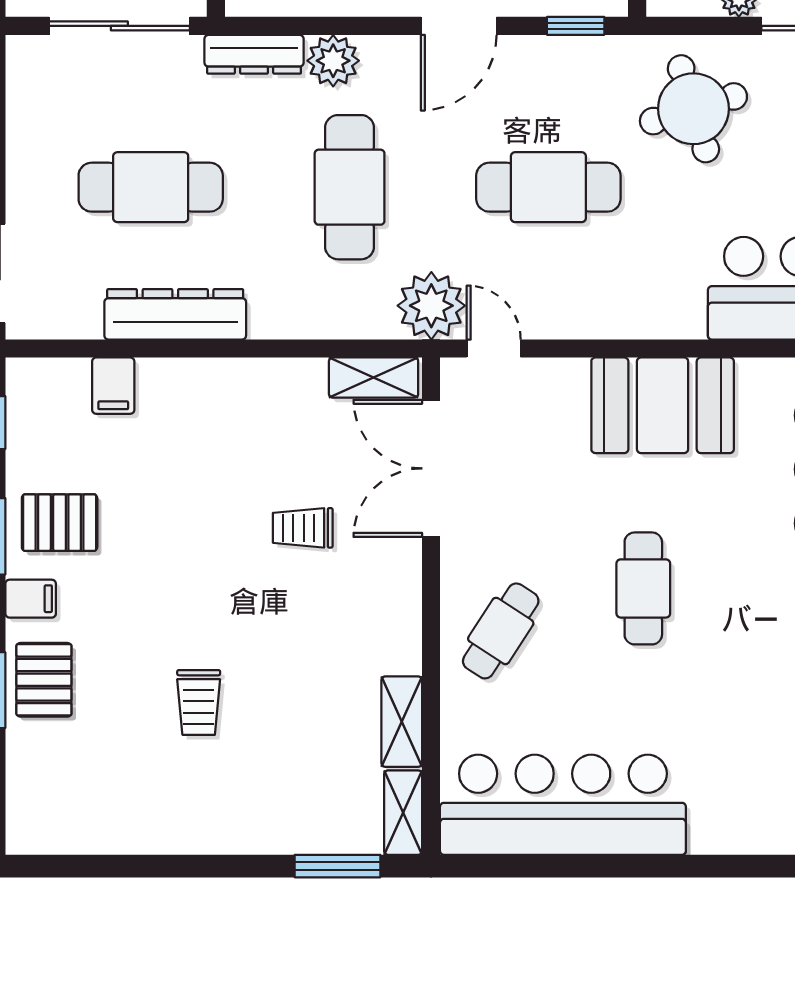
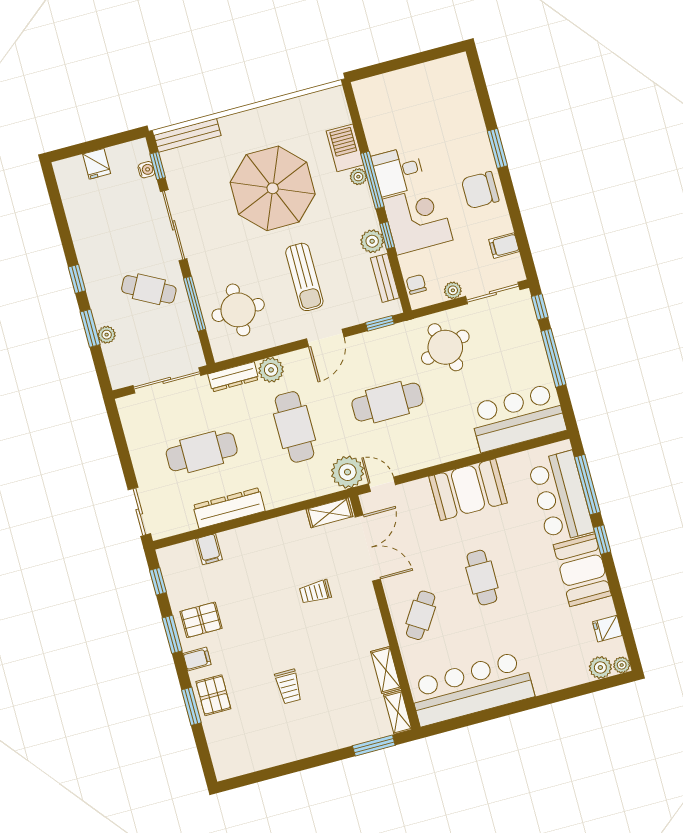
double door: (431, 468) -> (368, 548), swing flipped

